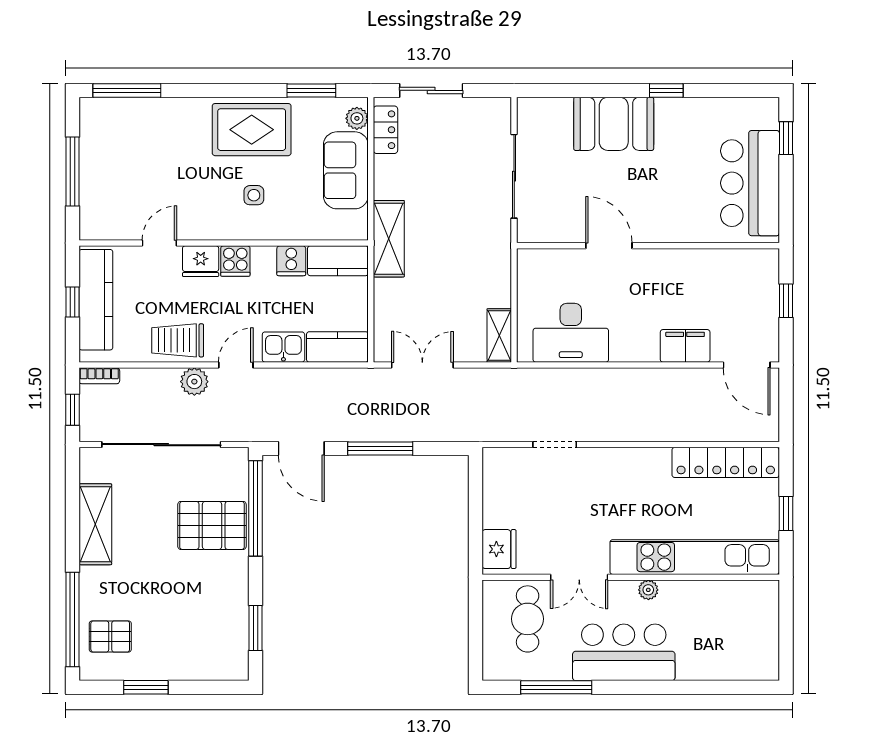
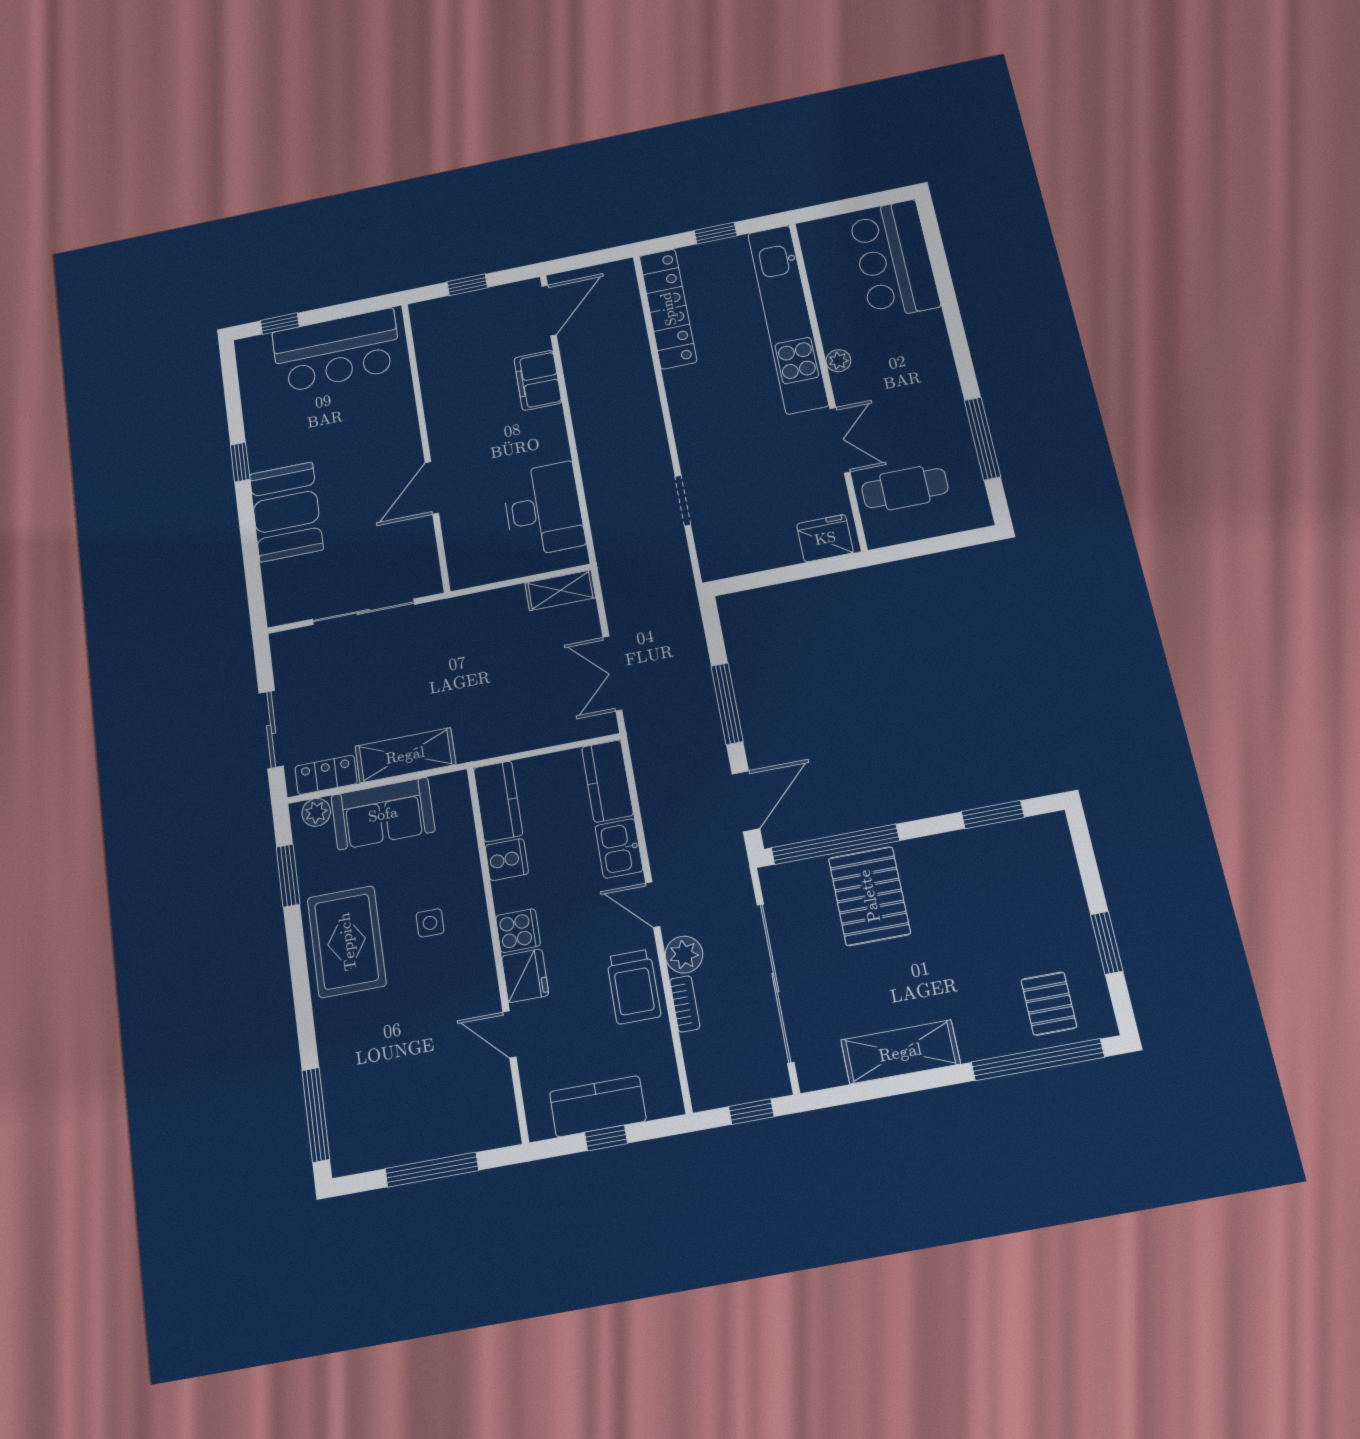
shelving: (389, 239) -> (405, 755), moved
kitchen counter: (96, 300) -> (598, 1106), width x0.67
bookcase: (99, 376) -> (685, 1004), moved
bar counter: (624, 652) -> (894, 259), moved

